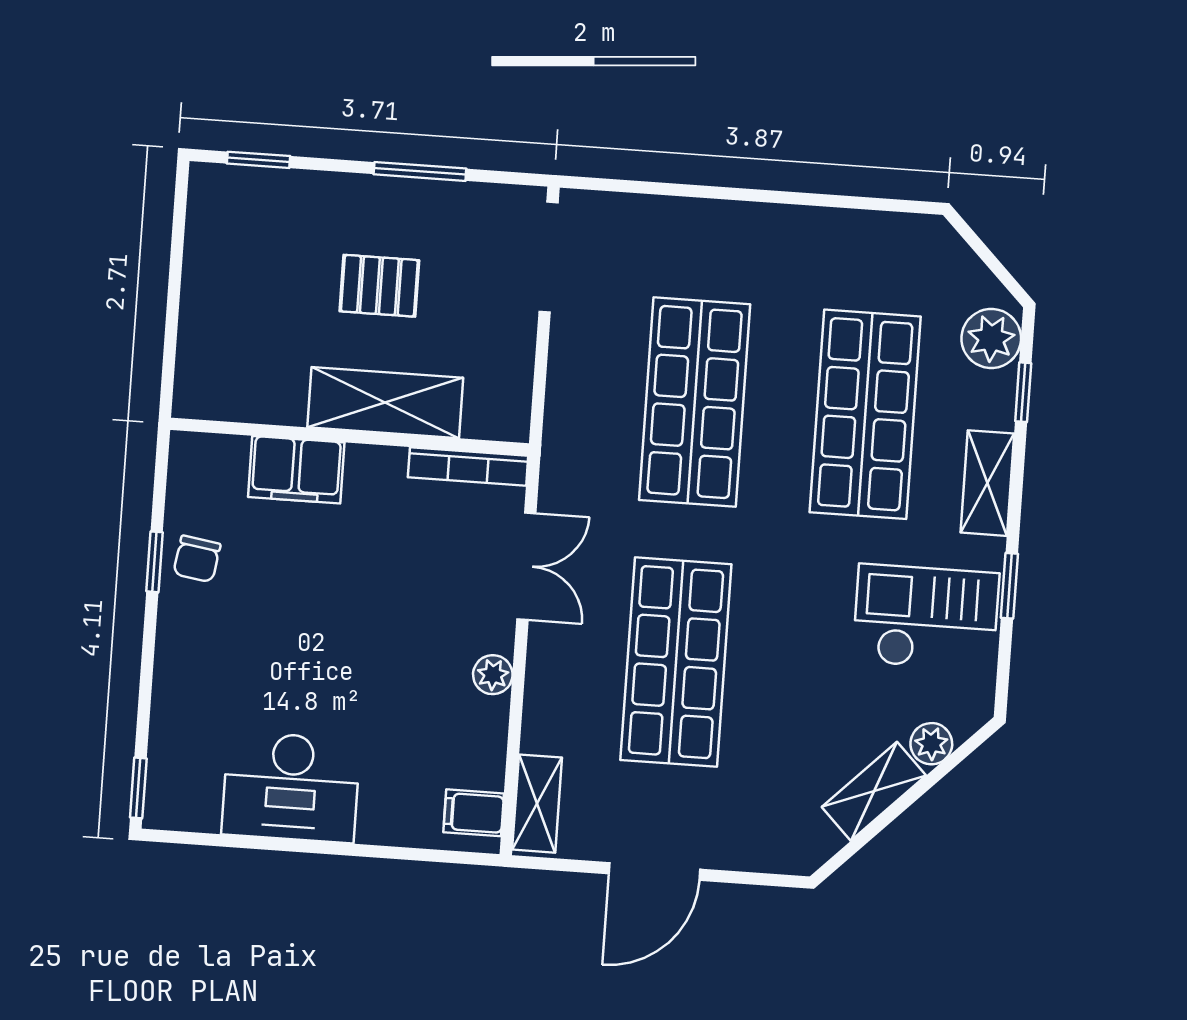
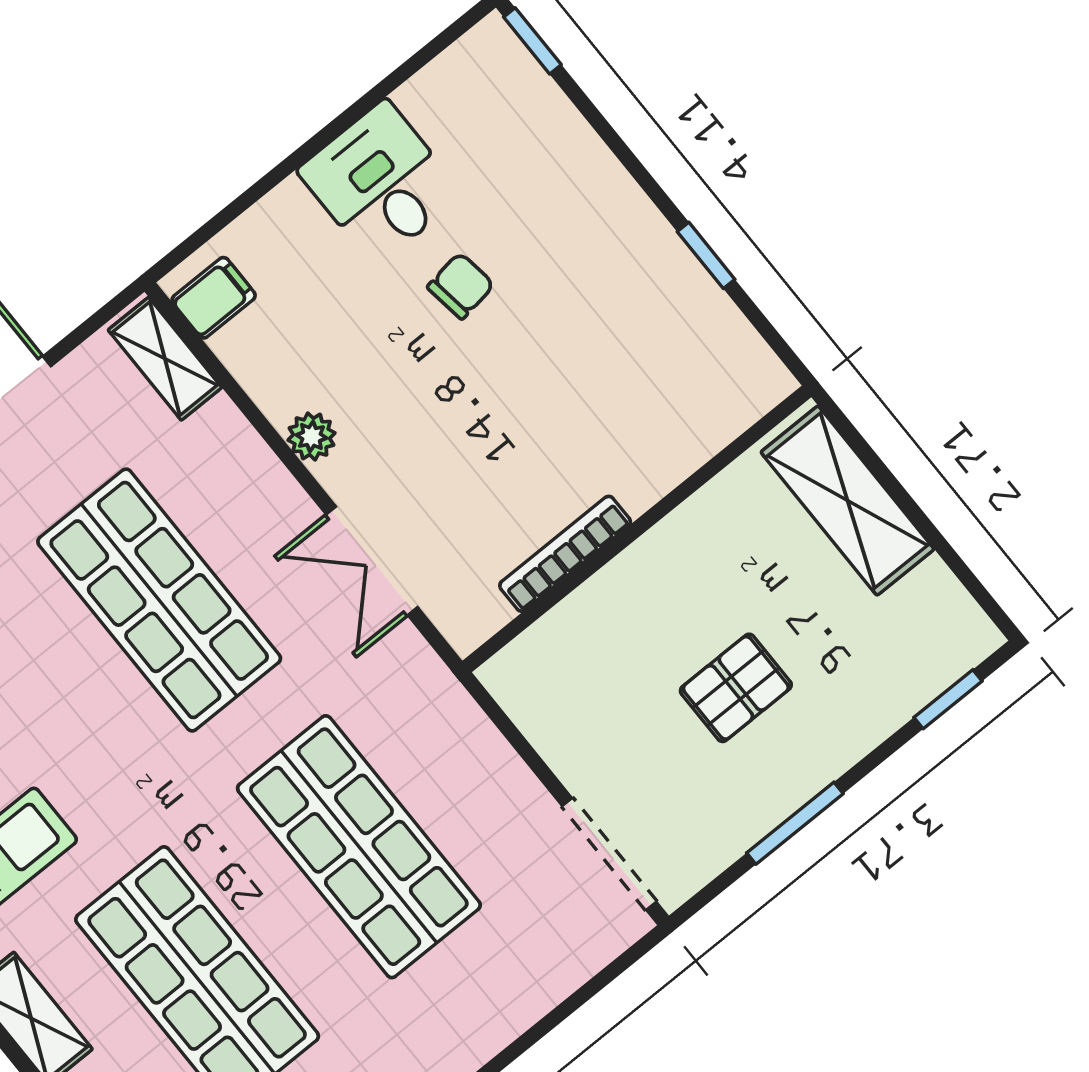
shelving: (385, 403) -> (847, 501), moved, turned 90
bookcase: (468, 466) -> (565, 554), moved
filing cabinet: (296, 470) -> (657, 455), removed
chair: (197, 559) -> (461, 286), moved, turned 73
desk: (291, 787) -> (380, 182), width x0.73

